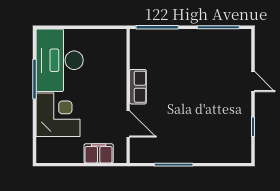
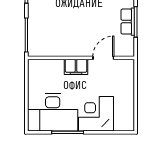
row of seats: (138, 87) -> (128, 22), moved, turned -90
filing cabinet: (99, 153) -> (76, 67), moved, turned -90

